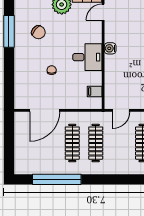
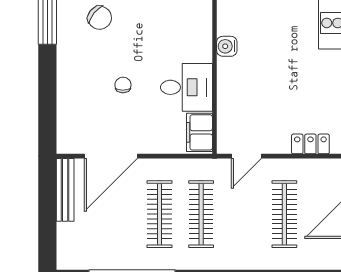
desk: (87, 57) -> (186, 87), moved
filing cabinet: (95, 91) -> (199, 132), width x2.00
bench: (19, 129) -> (65, 190), added

